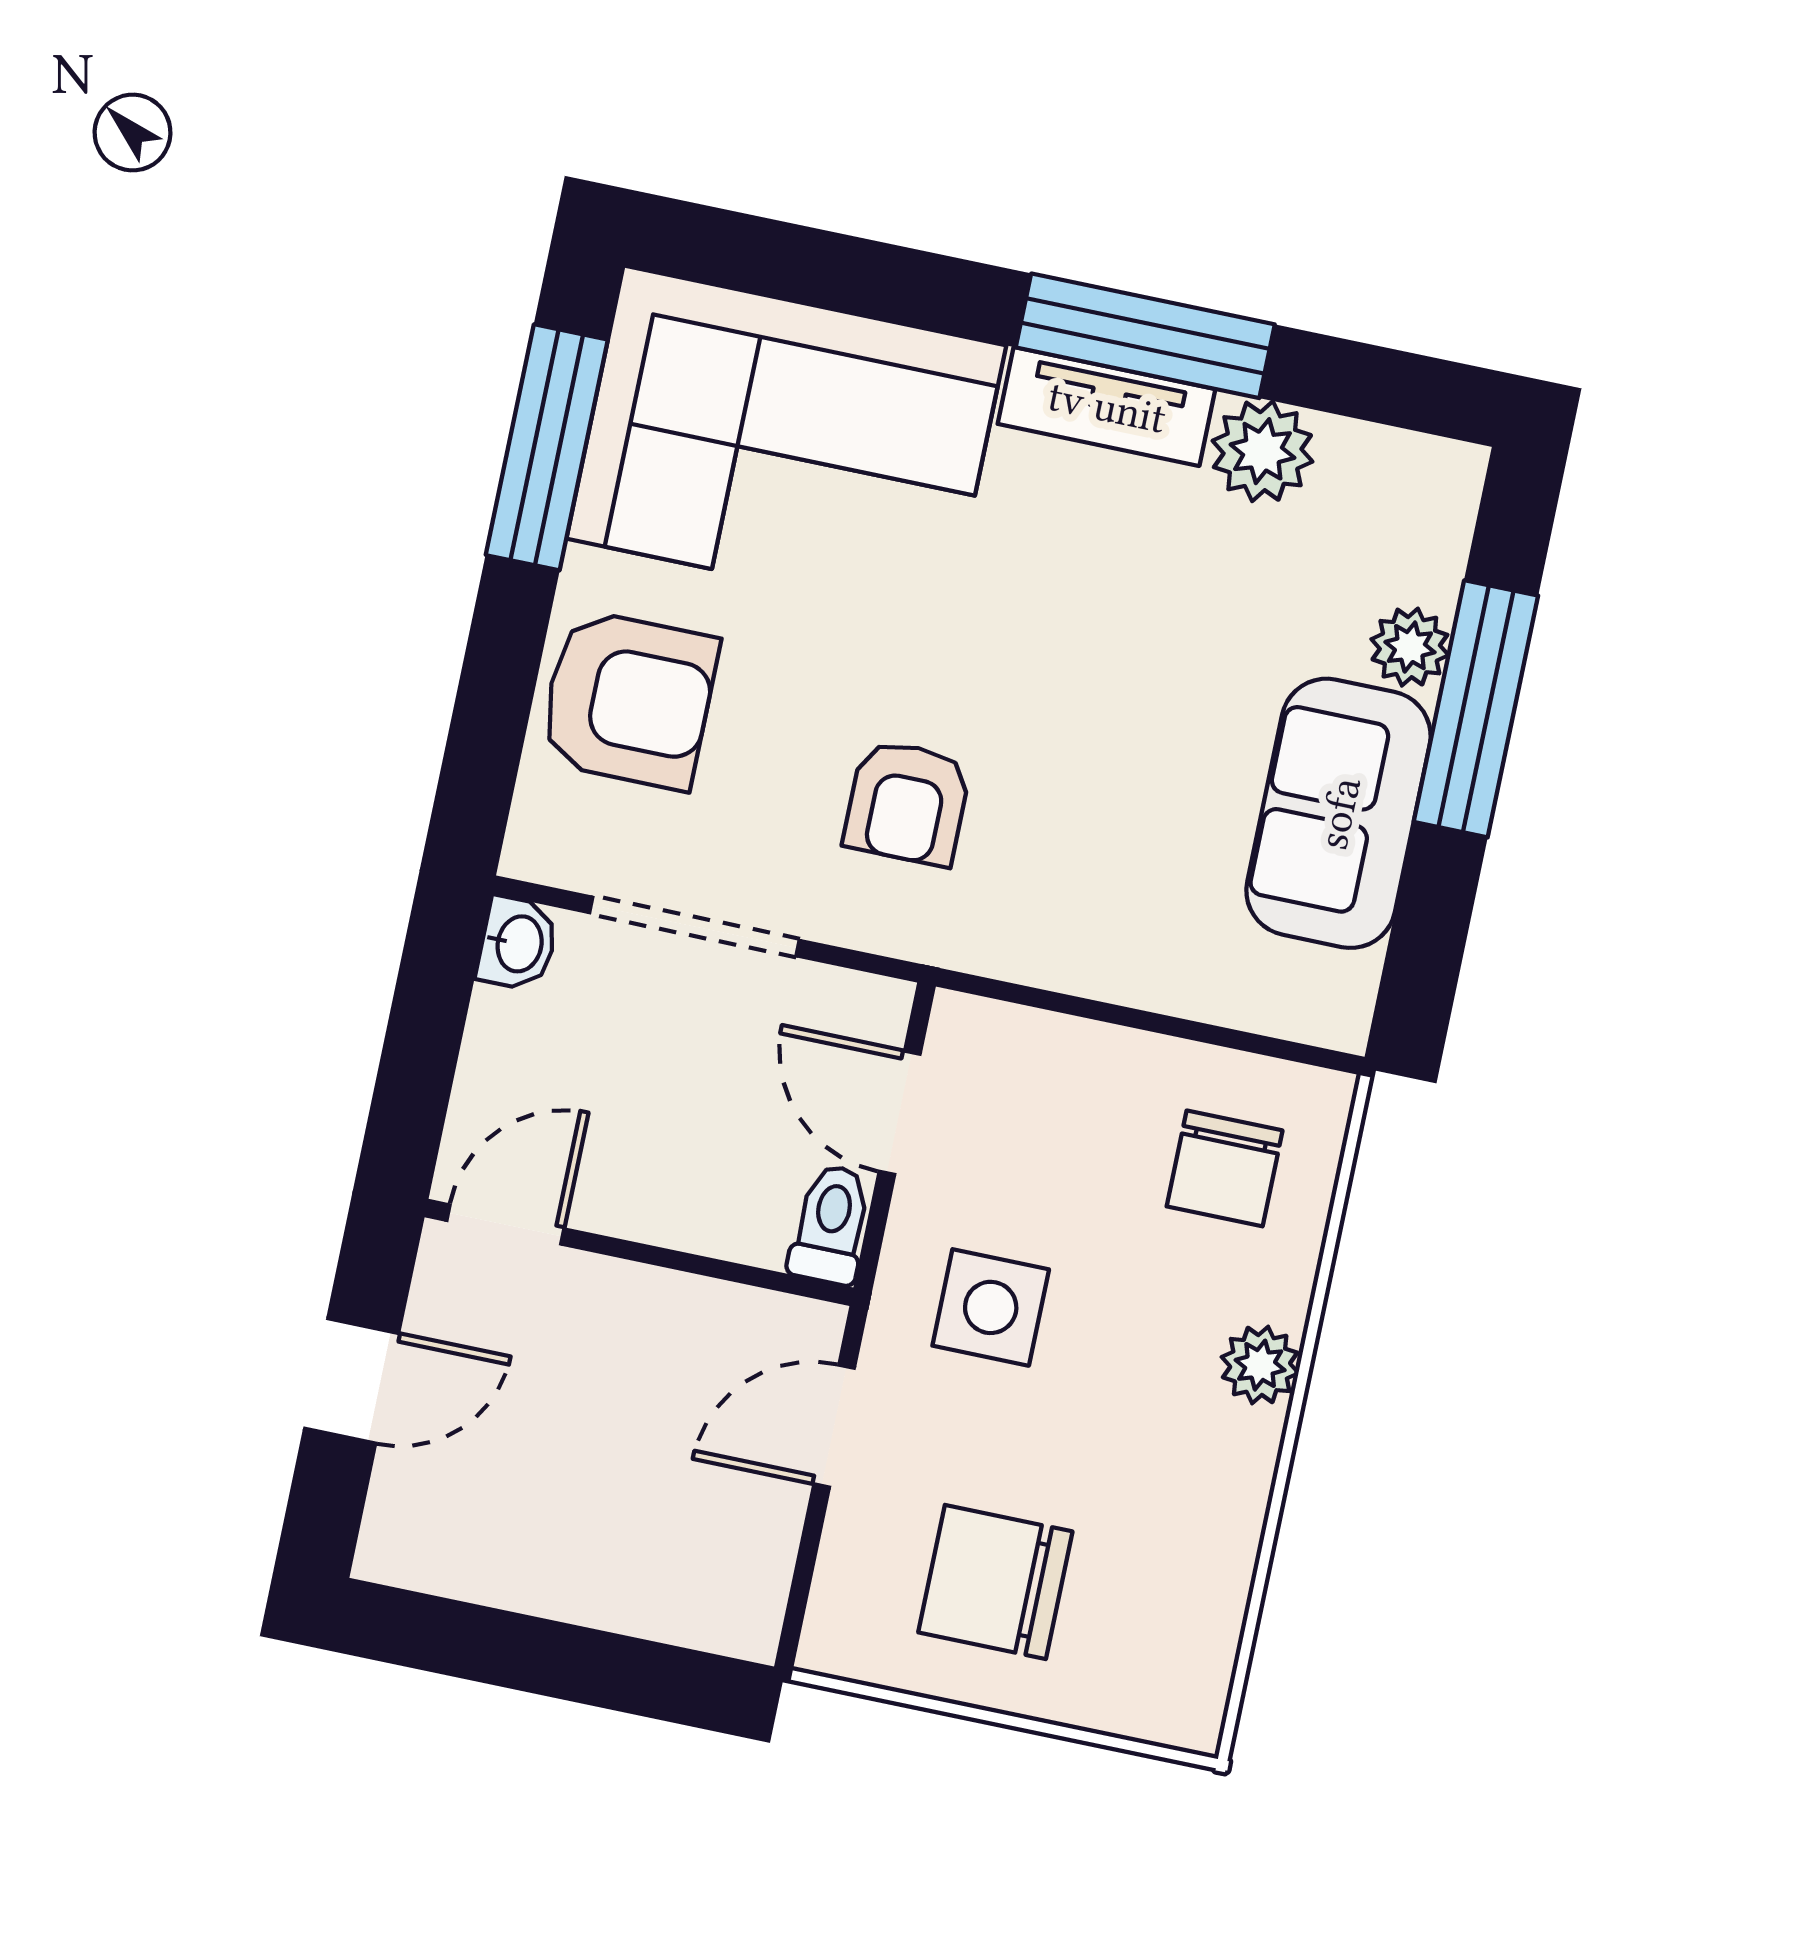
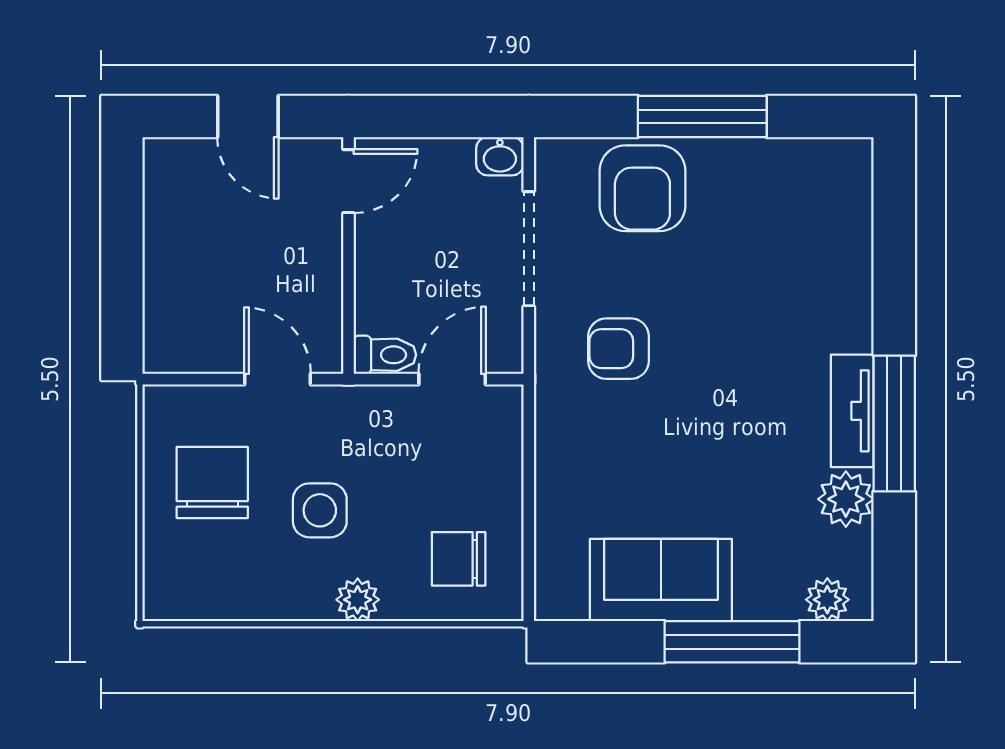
corner sofa: (786, 442) -> (798, 244), removed
window: (547, 447) -> (702, 116), moved
plant: (1410, 647) -> (827, 600), moved
door: (505, 1225) -> (348, 181), hinge flipped
side table: (991, 1307) -> (320, 510), moved

